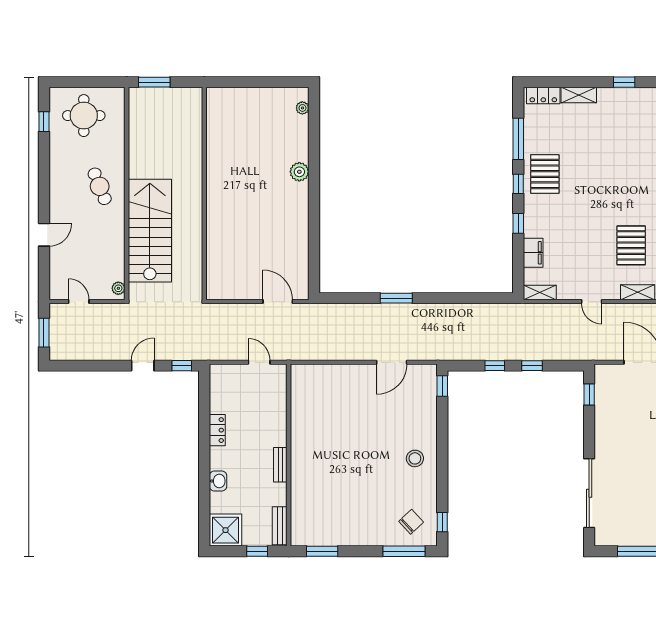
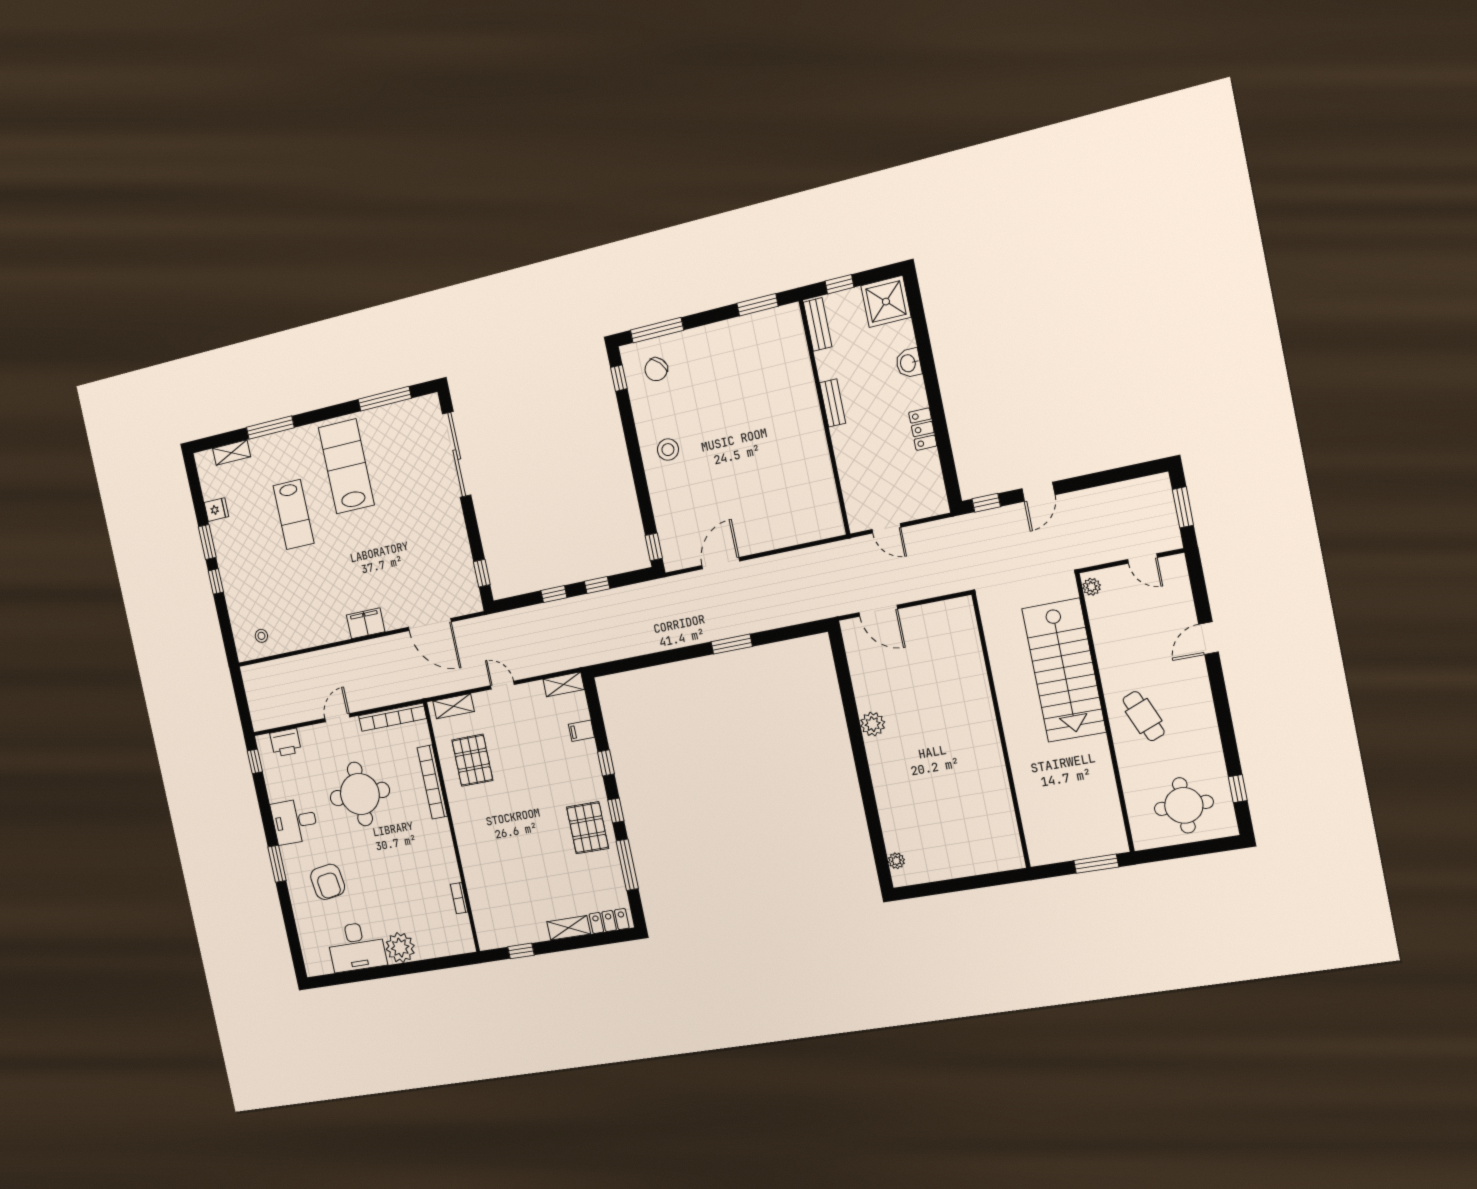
plant: (299, 172) -> (873, 724), moved
filing cabinet: (533, 253) -> (581, 731), width x0.50

